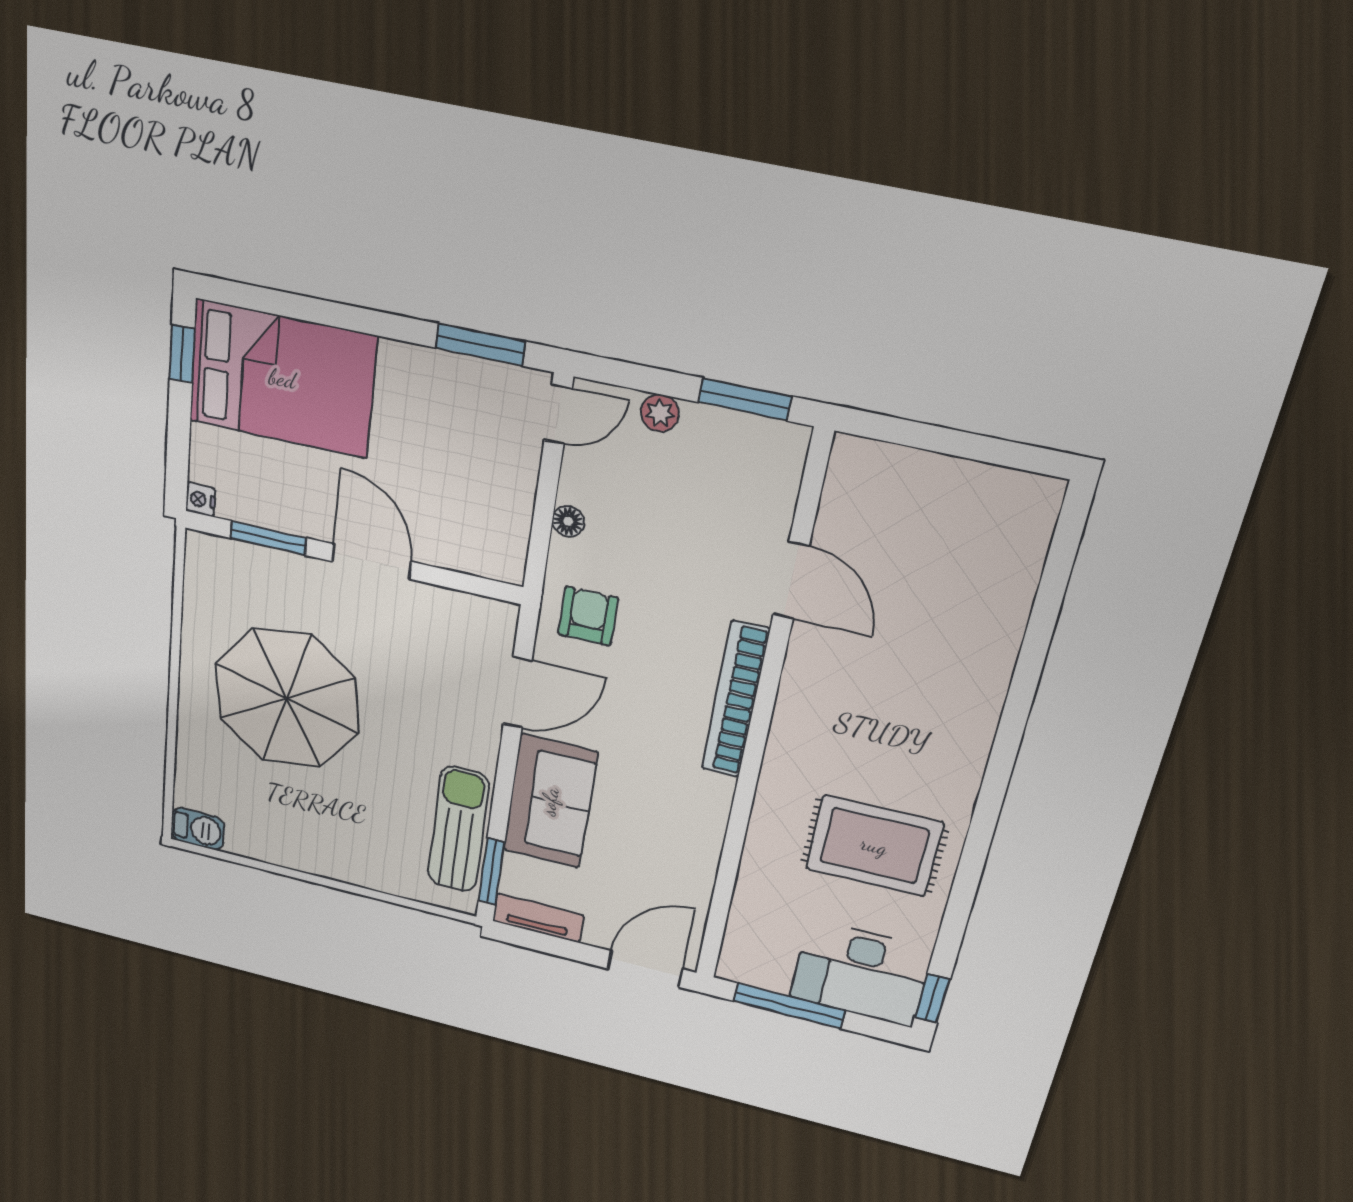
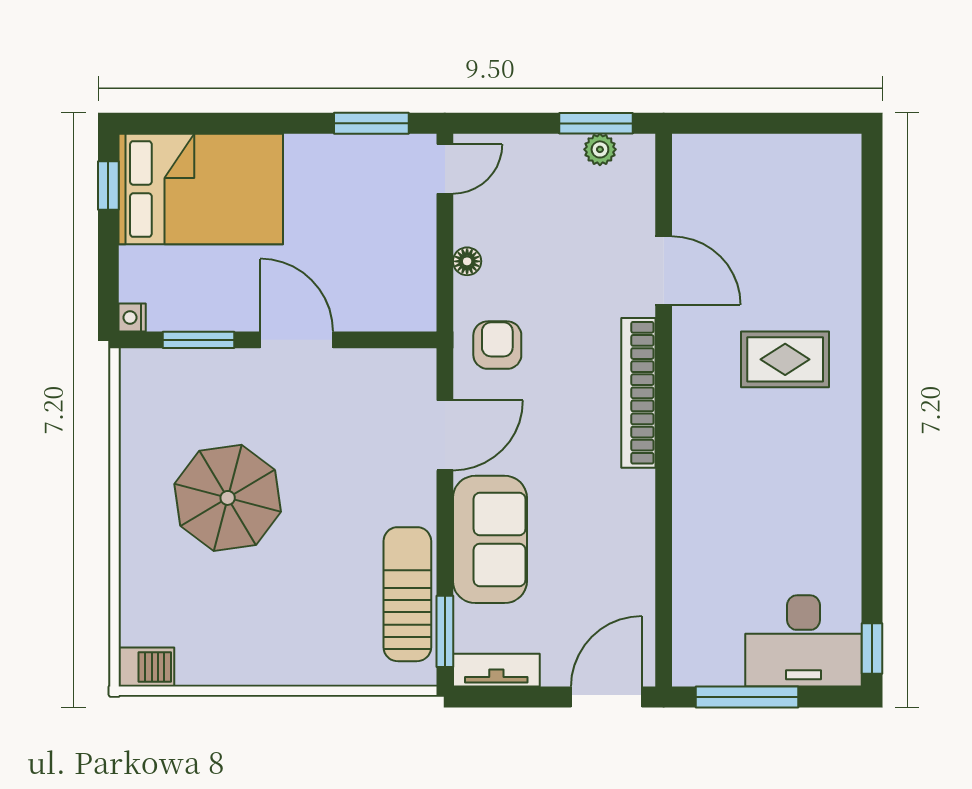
plant: (660, 413) -> (600, 149), moved
parasol: (287, 698) -> (228, 498), width x0.73, depth x0.73
rug: (874, 846) -> (785, 359), moved, width x0.73, depth x0.70

